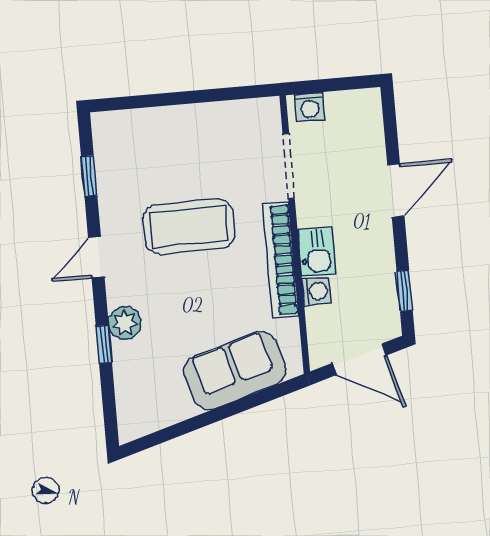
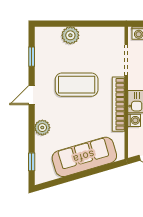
plant: (167, 124) -> (70, 35), added
window: (104, 344) -> (32, 162), moved
sofa: (235, 371) -> (84, 157), width x1.36

